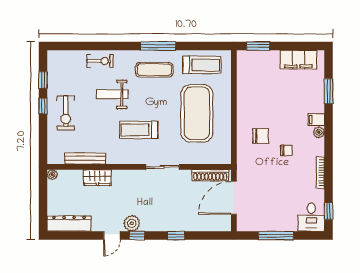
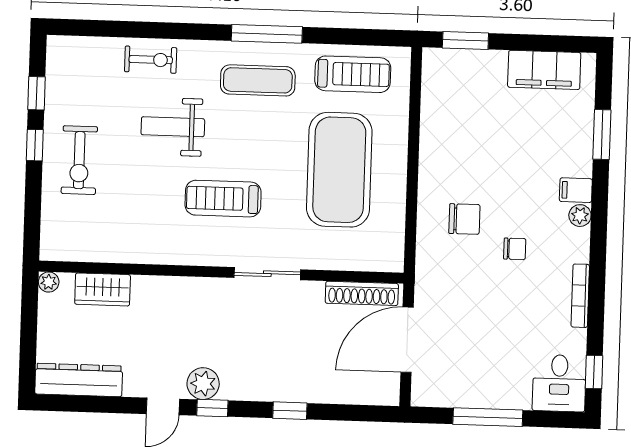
bench: (85, 158) -> (115, 252), removed
wardrobe: (97, 178) -> (103, 289), moved

